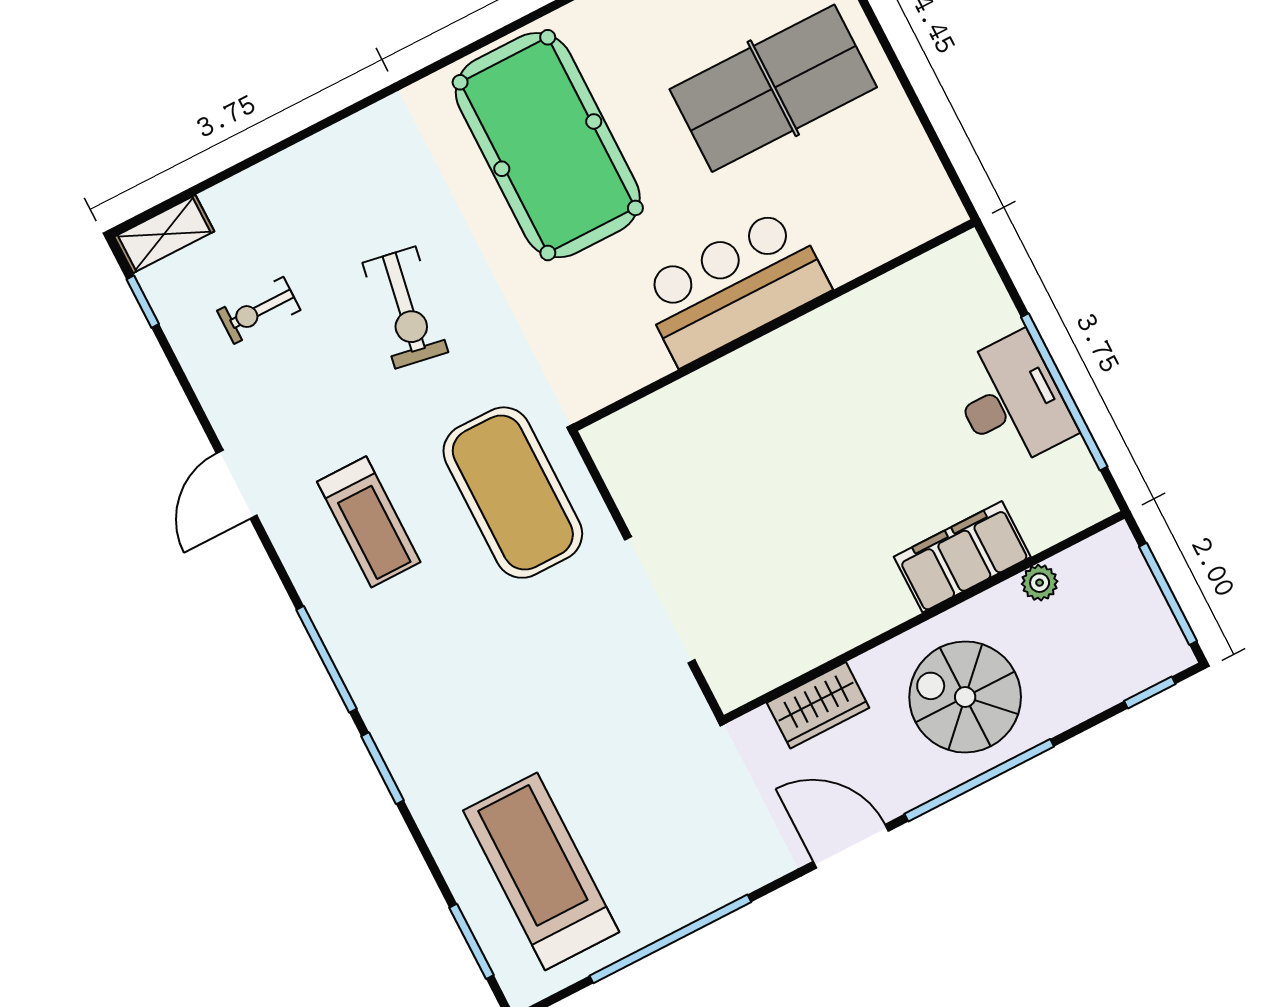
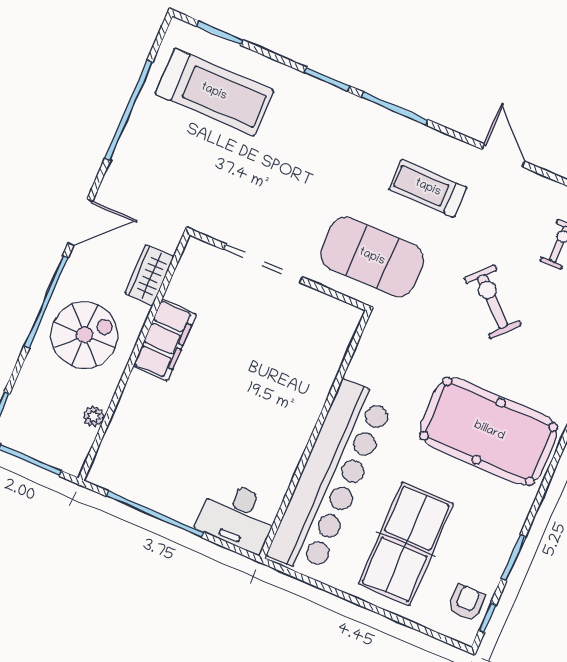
bar counter: (734, 287) -> (331, 478), width x1.86
exercise bike: (405, 308) -> (493, 302), turned 33
desk: (1011, 401) -> (238, 516), moved
filing cabinet: (962, 557) -> (165, 340), moved

